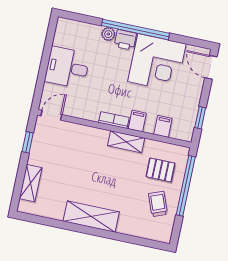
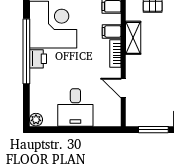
plant: (108, 34) -> (36, 120), moved
door: (51, 115) -> (123, 88), moved
window: (28, 142) -> (153, 130), width x1.50

